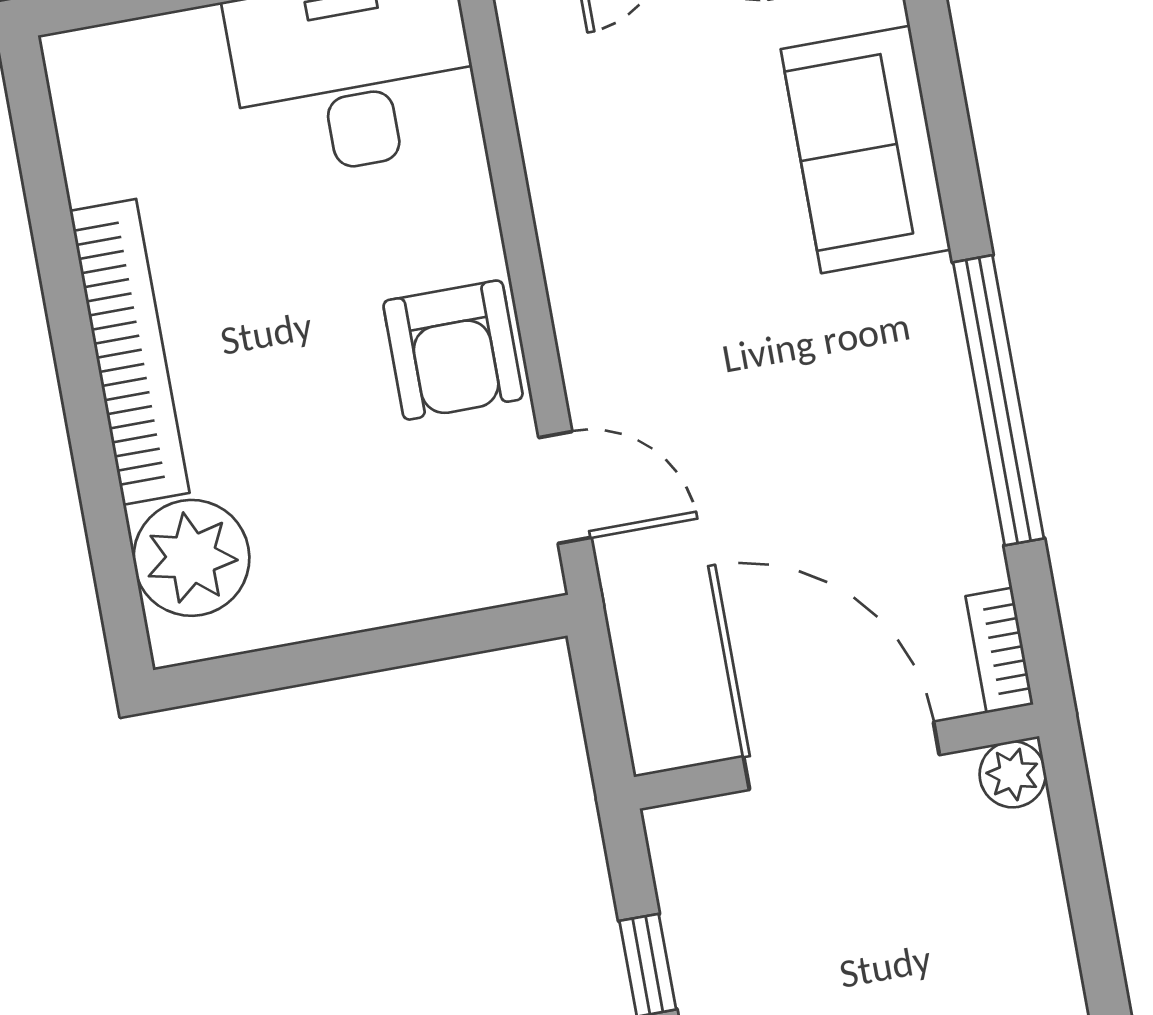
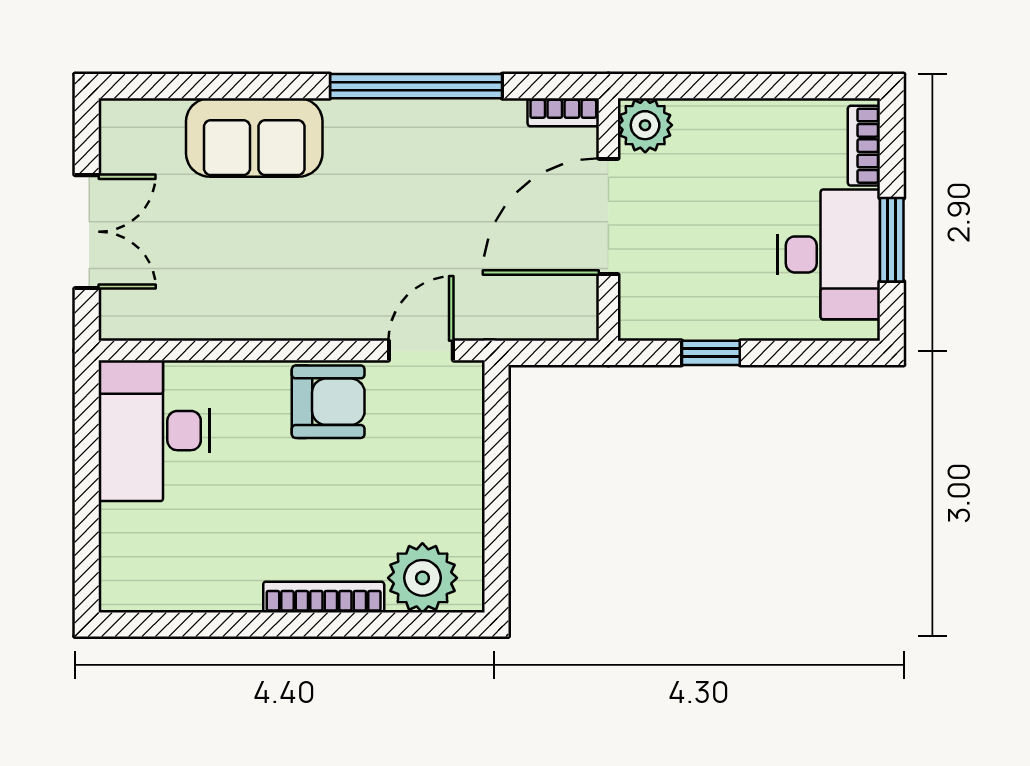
bookcase: (130, 352) -> (324, 597), width x0.68, depth x0.76
plant: (1013, 774) -> (645, 125), width x1.38, depth x1.38

